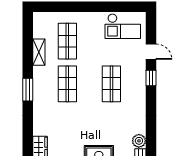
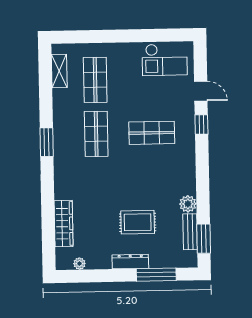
shelving: (39, 52) -> (59, 71), moved
shop shelf: (111, 84) -> (152, 133), turned 90

